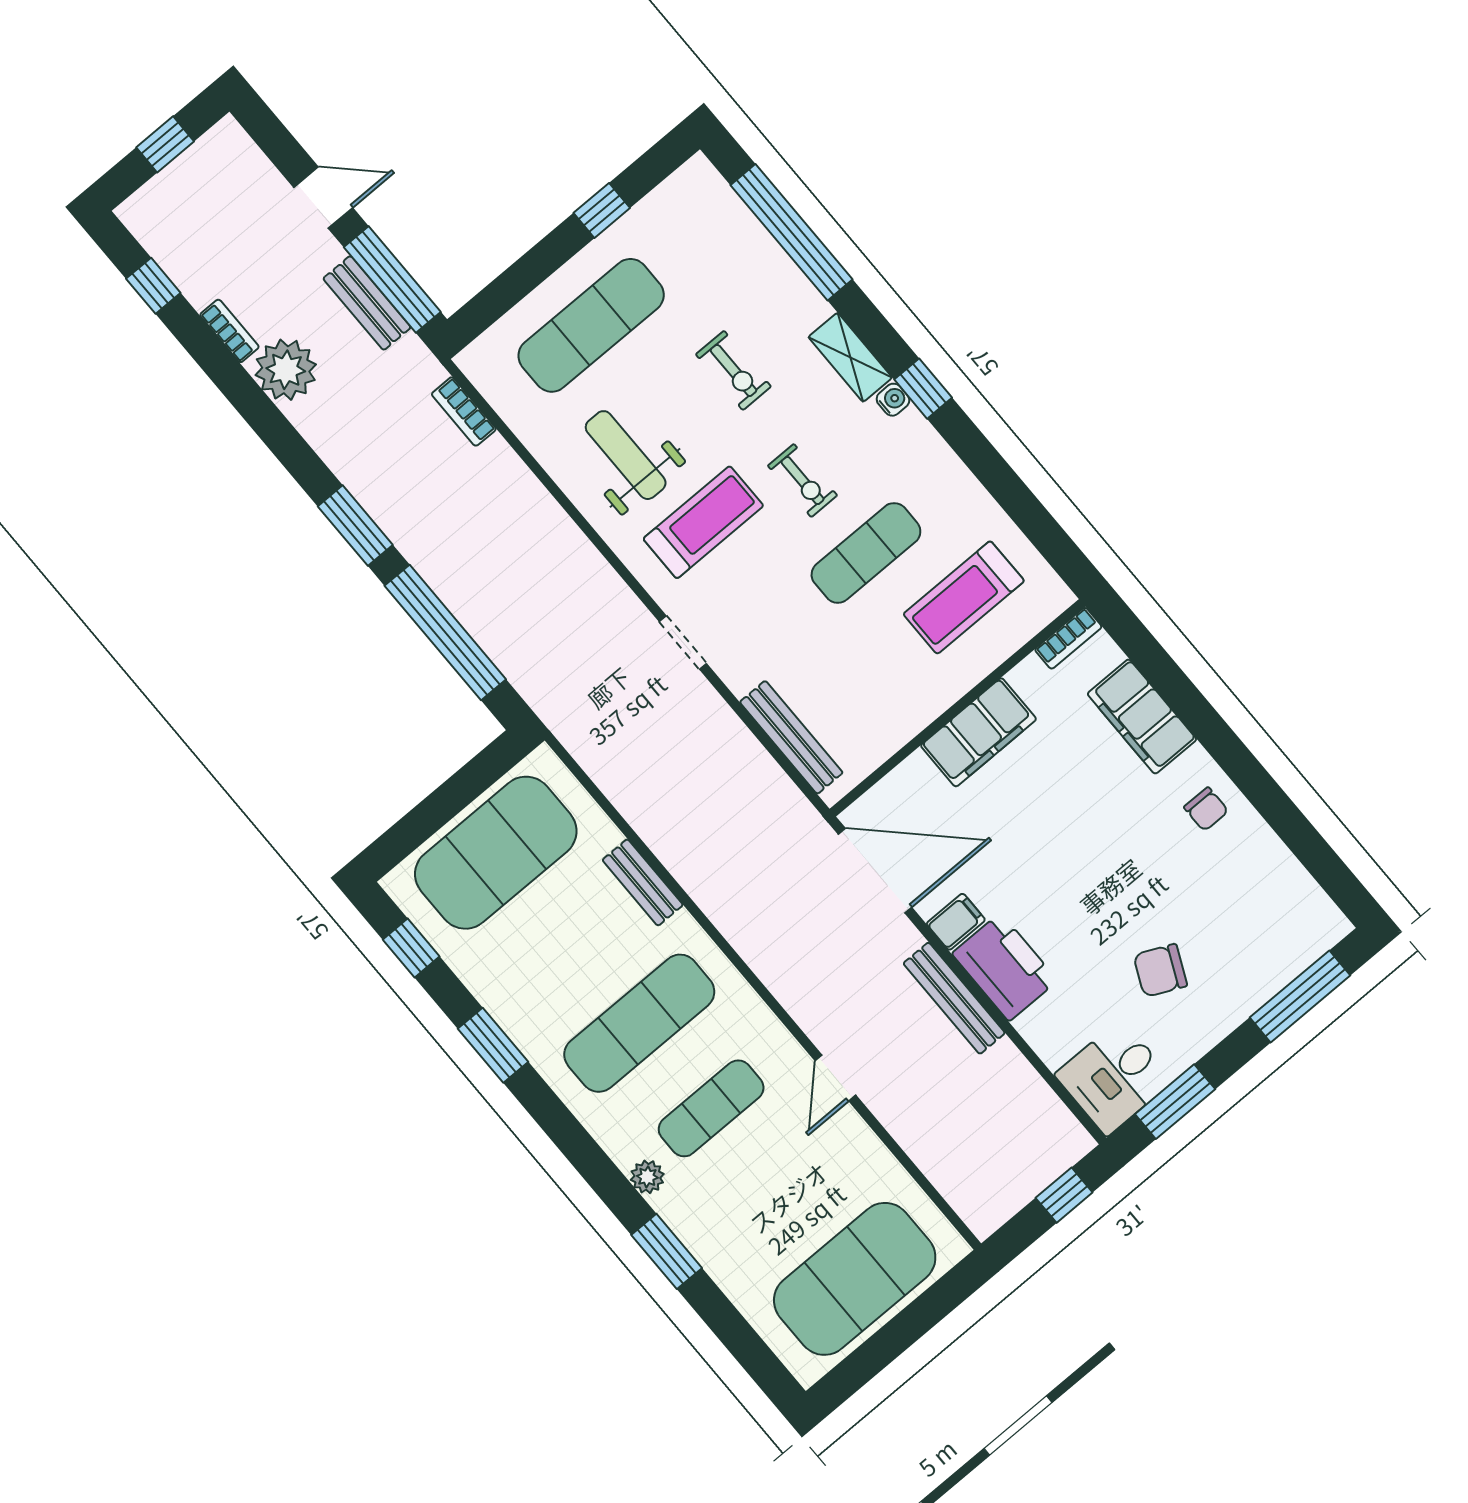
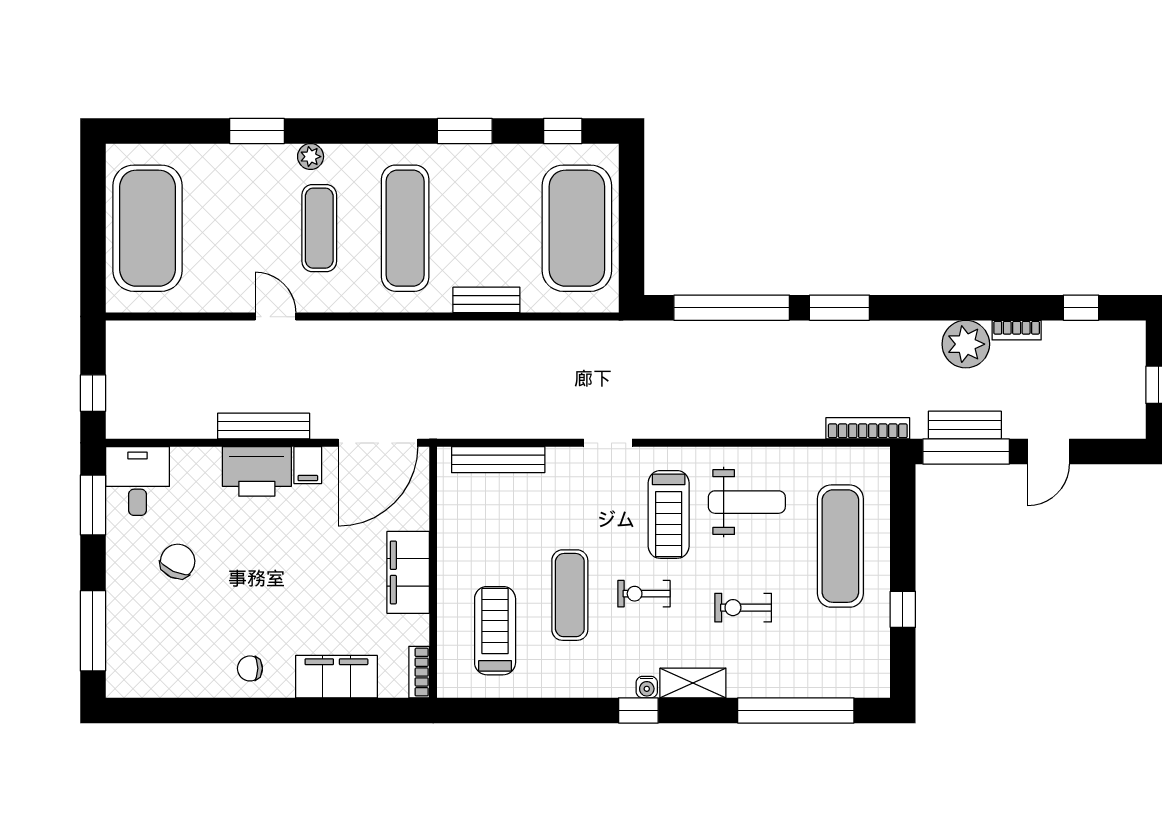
bookcase: (464, 412) -> (868, 428), width x1.56

